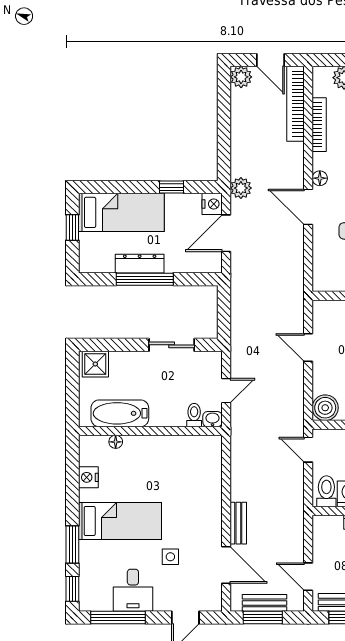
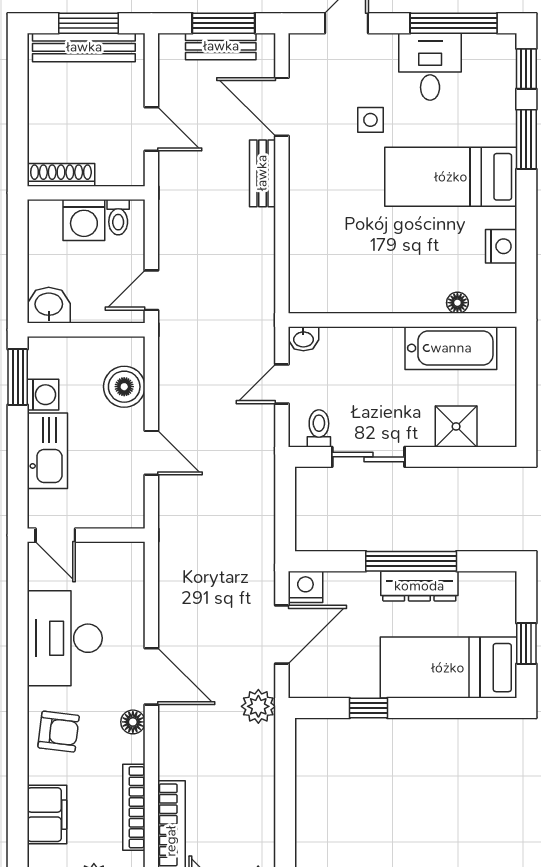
nightstand: (212, 204) -> (305, 587), moved, turned 90
shower: (95, 364) -> (456, 426), moved
boiler: (325, 408) -> (124, 387), moved
toilet: (194, 415) -> (319, 428), moved, turned 180
door: (308, 450) -> (151, 290), swing flipped
toilet: (326, 491) -> (118, 217), width x0.73, depth x0.72
door: (308, 577) -> (151, 129), moved

